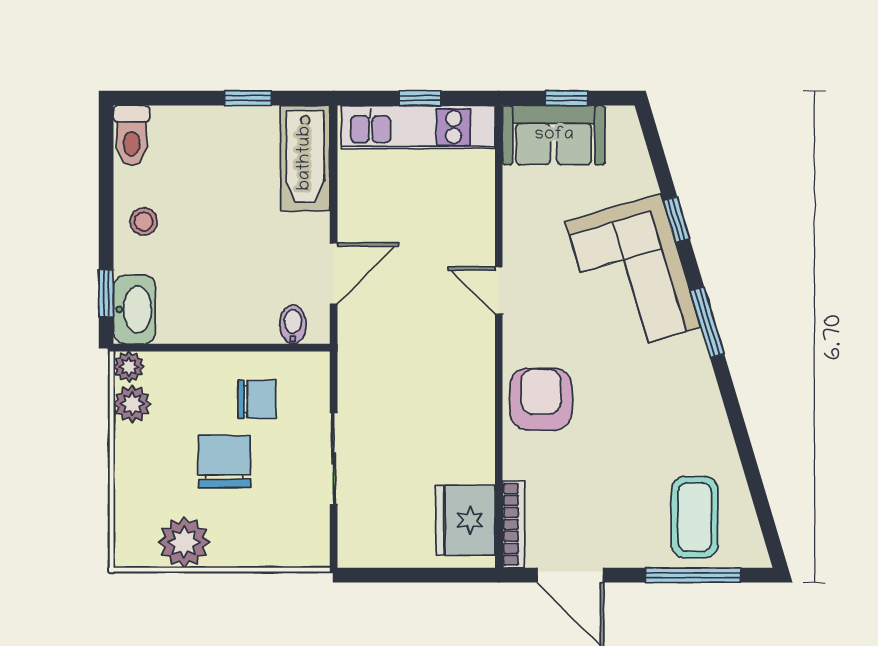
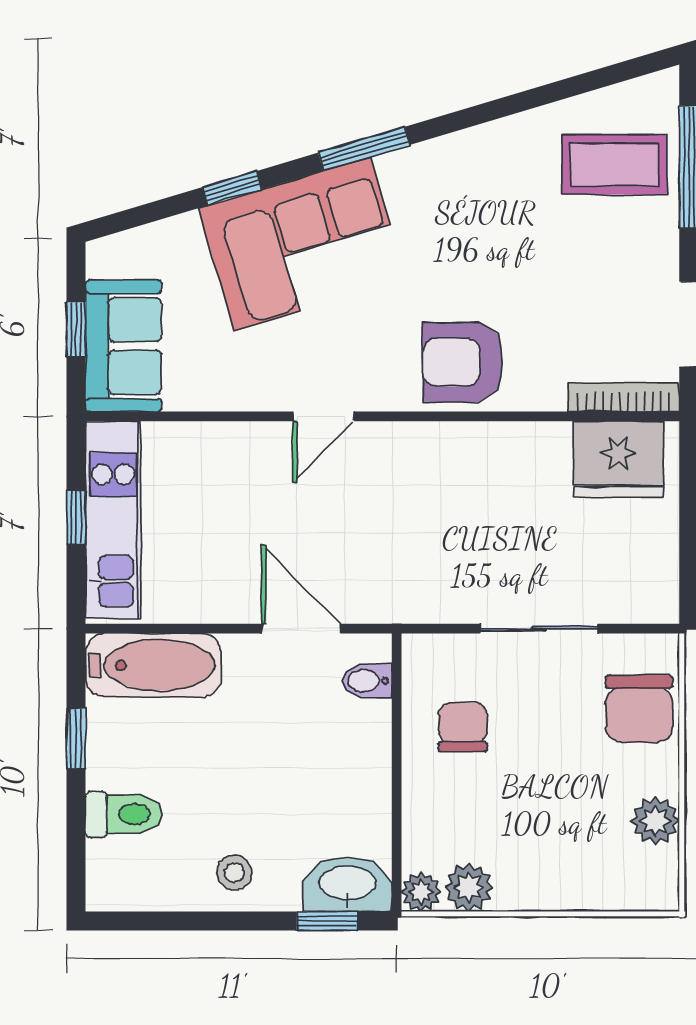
toilet: (132, 135) -> (124, 814), moved
chair: (224, 461) -> (639, 709), moved, turned -90
plant: (184, 542) -> (655, 821), width x0.73, depth x0.73

